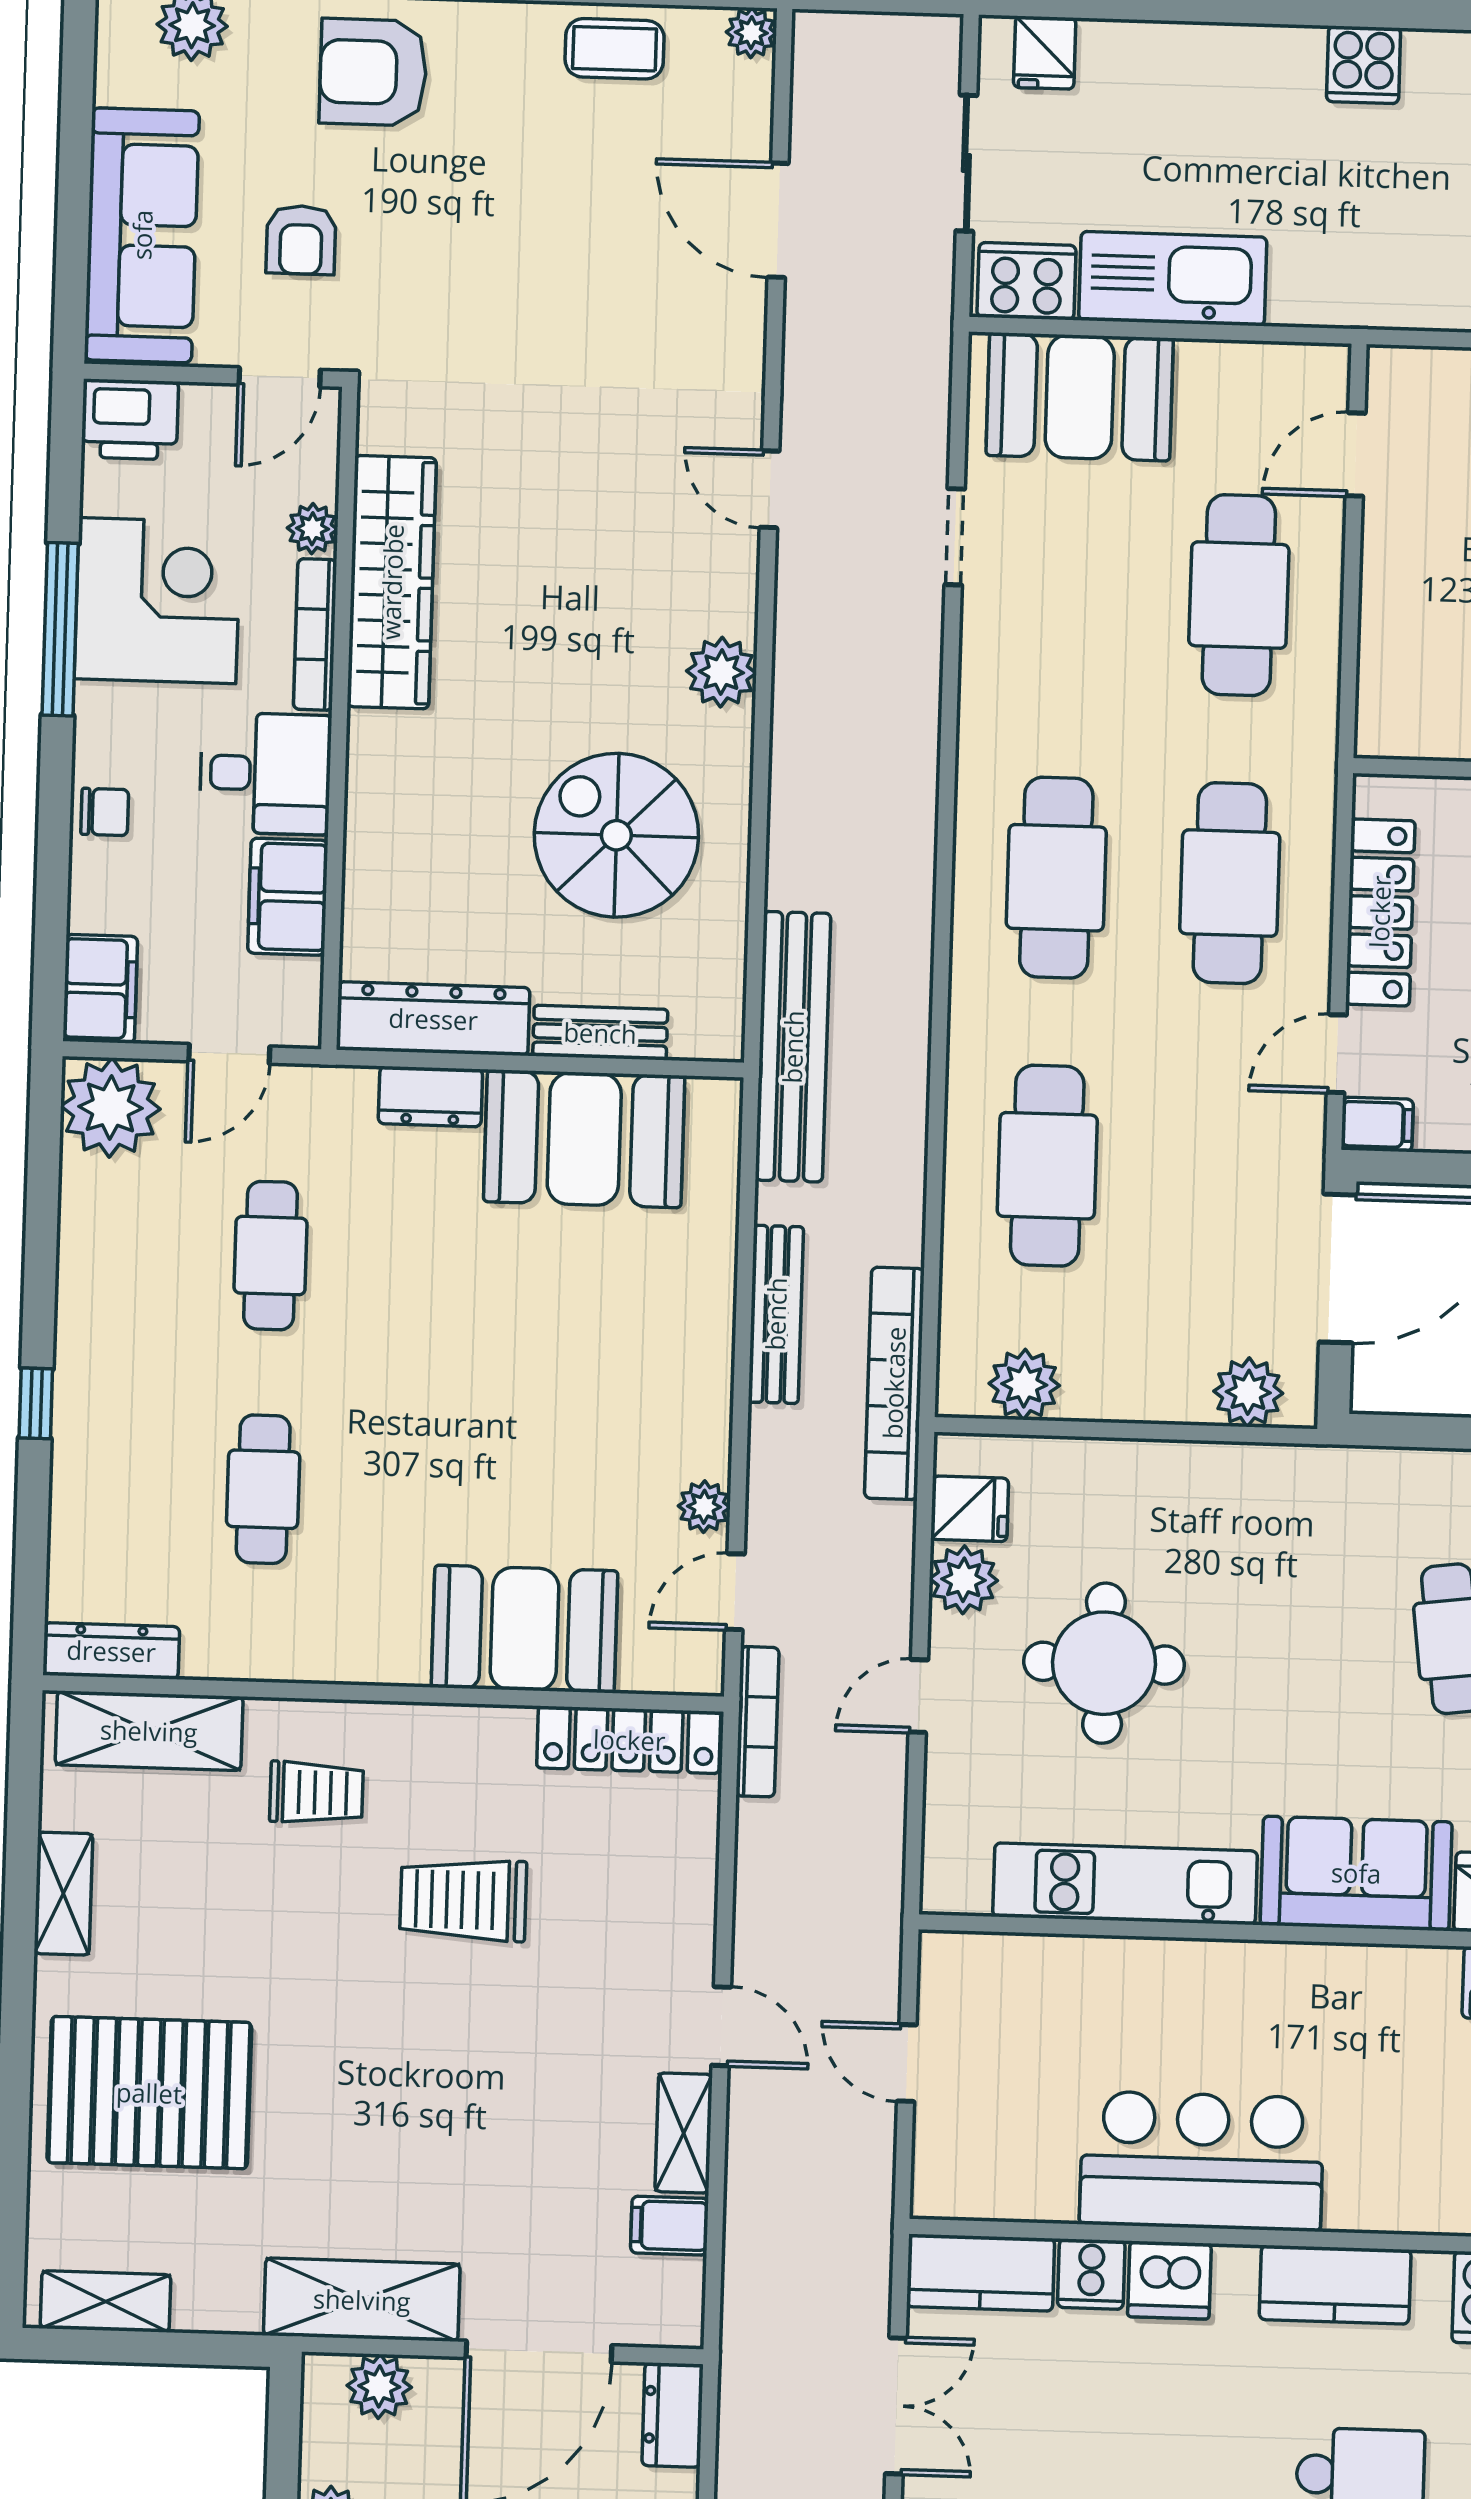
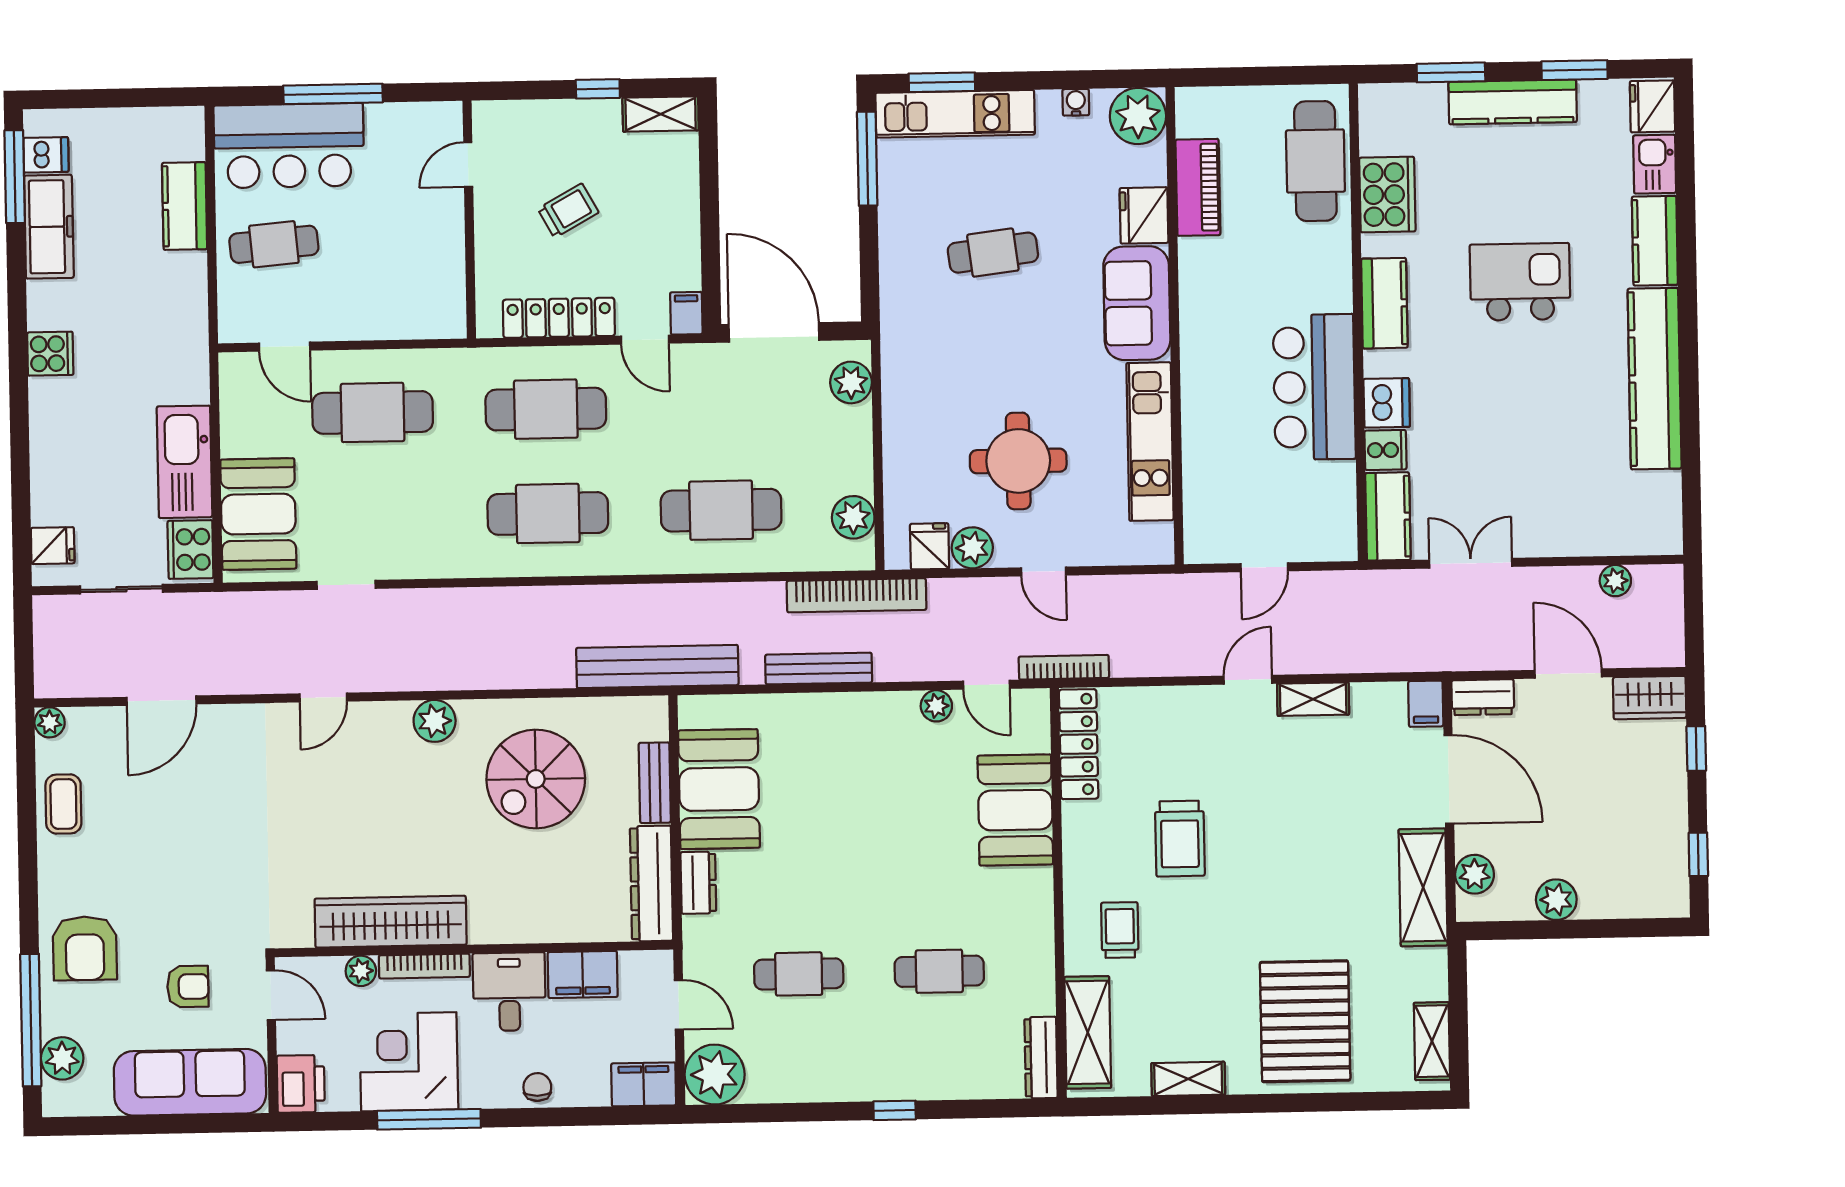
filing cabinet: (669, 2226) -> (1426, 704), moved

